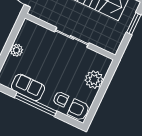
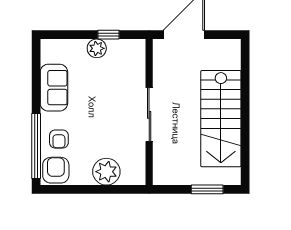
window: (12, 39) -> (109, 35), added
window: (36, 104) -> (36, 146), moved

